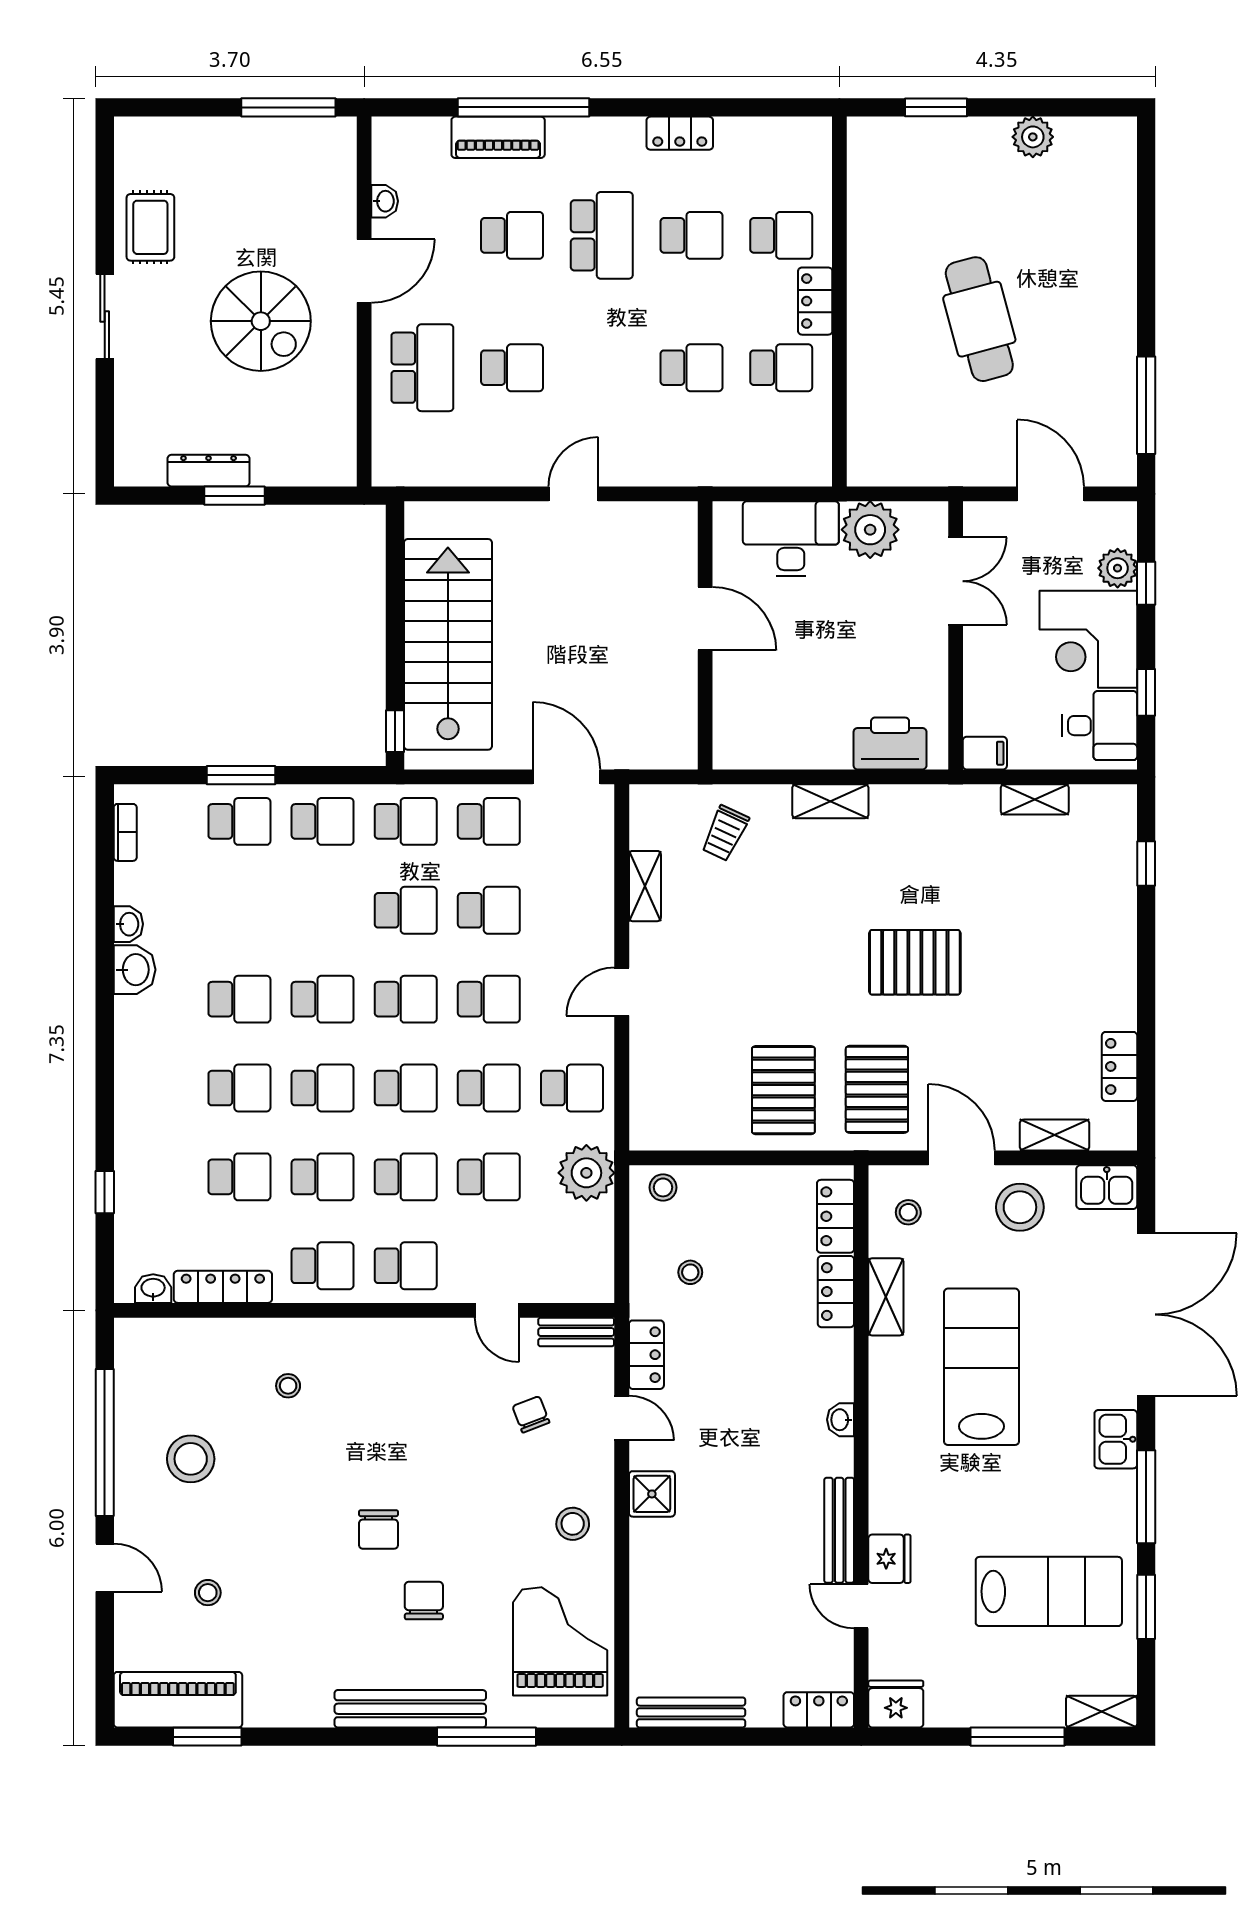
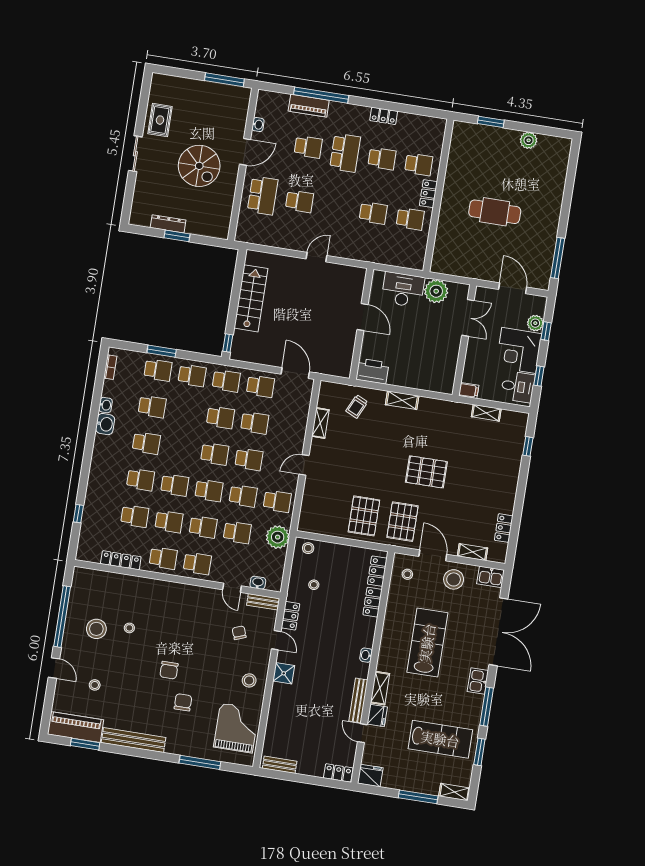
cafe table: (979, 319) -> (495, 212), turned -75
stairs: (448, 644) -> (251, 298), width x0.73, depth x0.66
printer: (890, 744) -> (372, 371), moved
school desk: (323, 999) -> (152, 407), moved
washbasin: (153, 1289) -> (258, 583), moved
shelving: (886, 1297) -> (380, 688), moved
stool: (288, 1386) -> (129, 628), moved
bench: (410, 1709) -> (134, 740), moved
bench: (691, 1712) -> (280, 765), width x0.73

